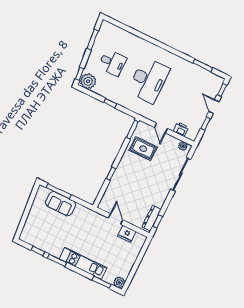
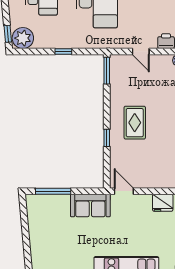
rug: (143, 149) -> (135, 123), moved, turned 90
sofa: (61, 204) -> (90, 205), moved
door: (116, 219) -> (124, 191), moved

